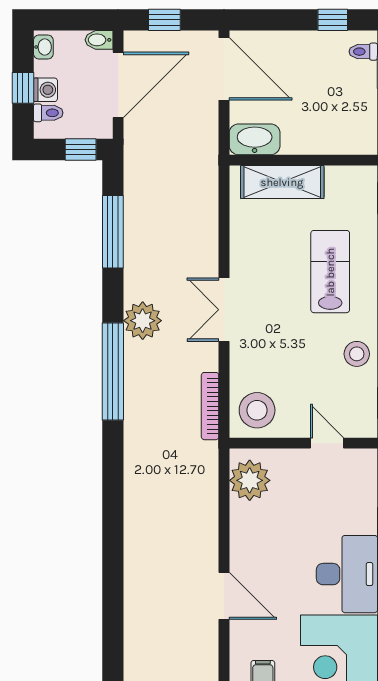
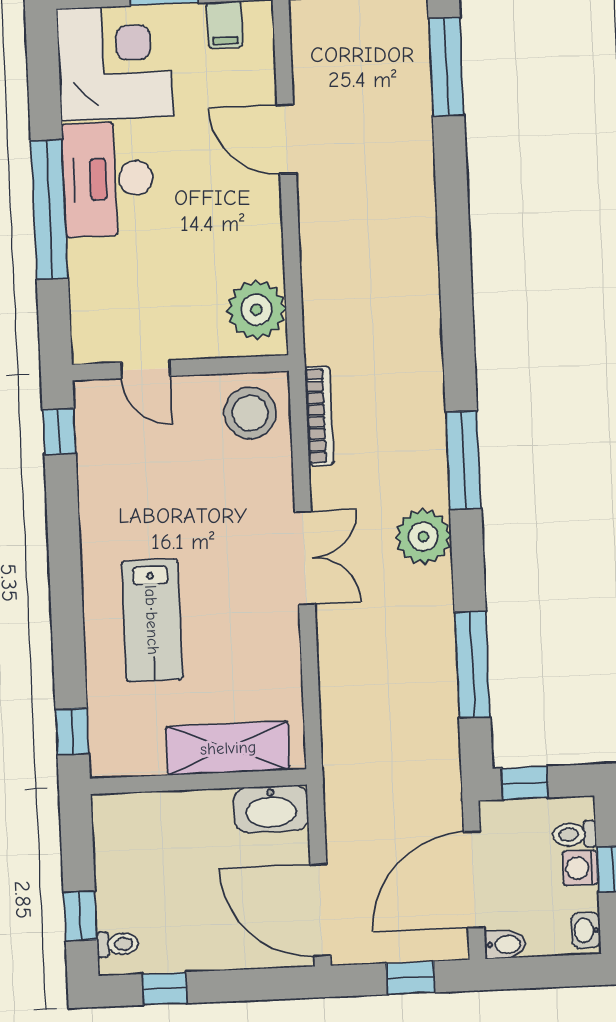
stool: (357, 354) -> (108, 502), removed
window: (113, 372) -> (463, 460), width x0.68
window: (113, 641) -> (446, 67), added

